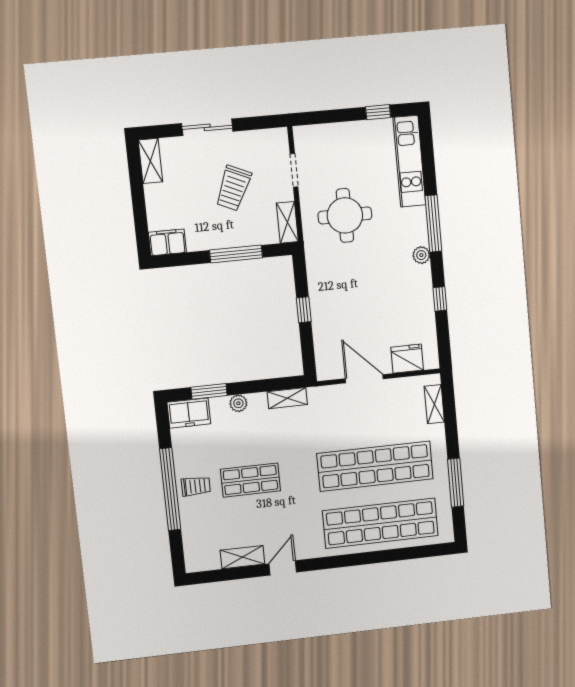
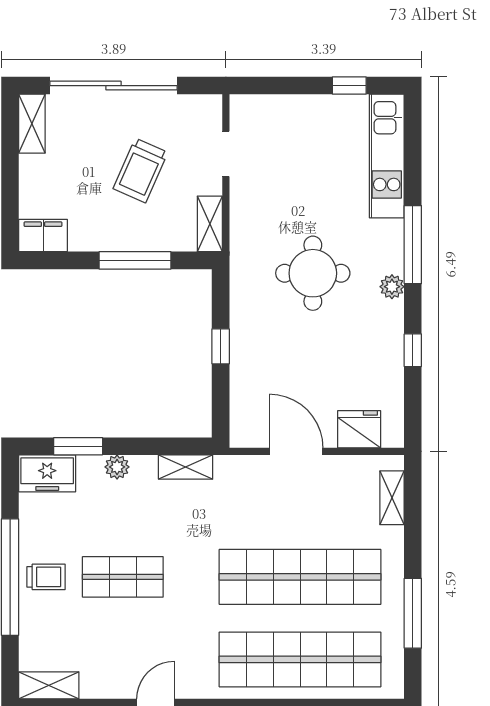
sliding door: (207, 127) -> (113, 86), width x1.86
round table: (345, 215) -> (313, 273), moved
shelving: (243, 557) -> (49, 685), moved

